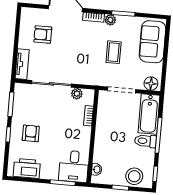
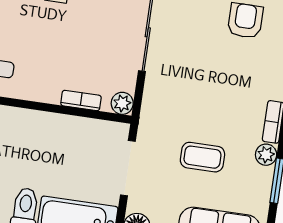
plant: (77, 94) -> (122, 103), moved

